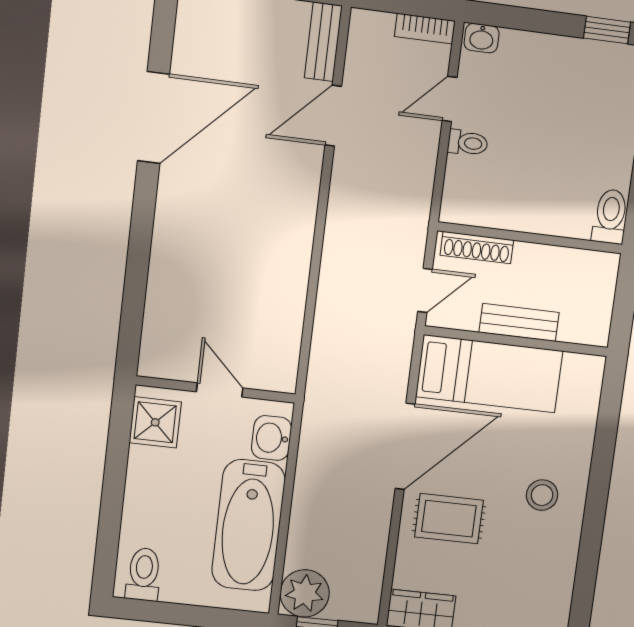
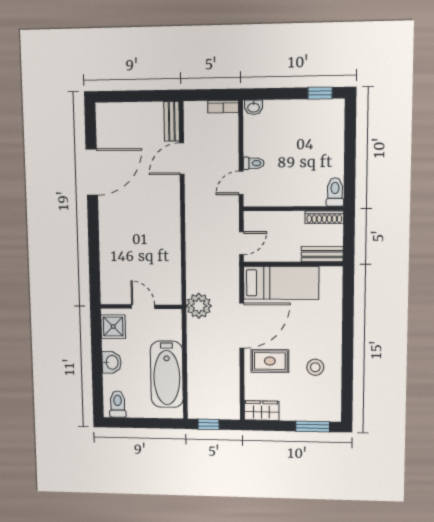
door: (450, 99) -> (241, 183), moved
shoe rack: (477, 248) -> (324, 217), moved
bench: (519, 322) -> (322, 254), moved
washbasin: (272, 438) -> (112, 362), moved, turned 180
stool: (542, 495) -> (315, 367), moved
plant: (305, 593) -> (199, 306), moved

